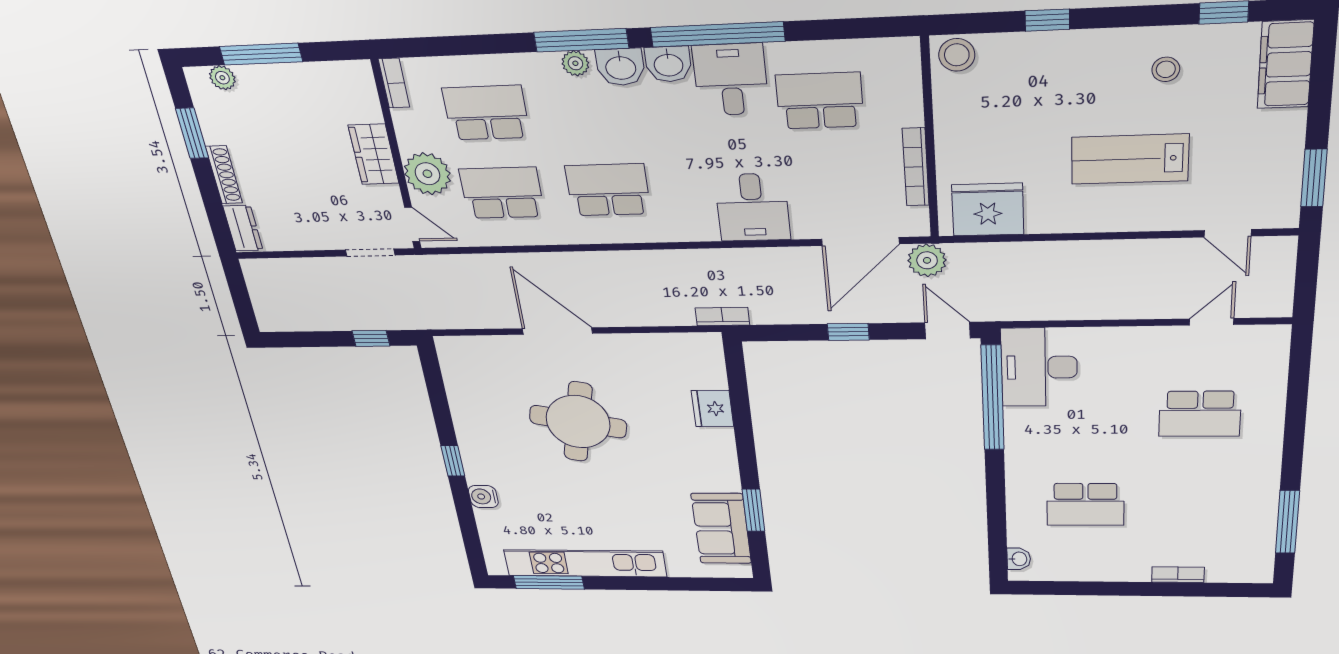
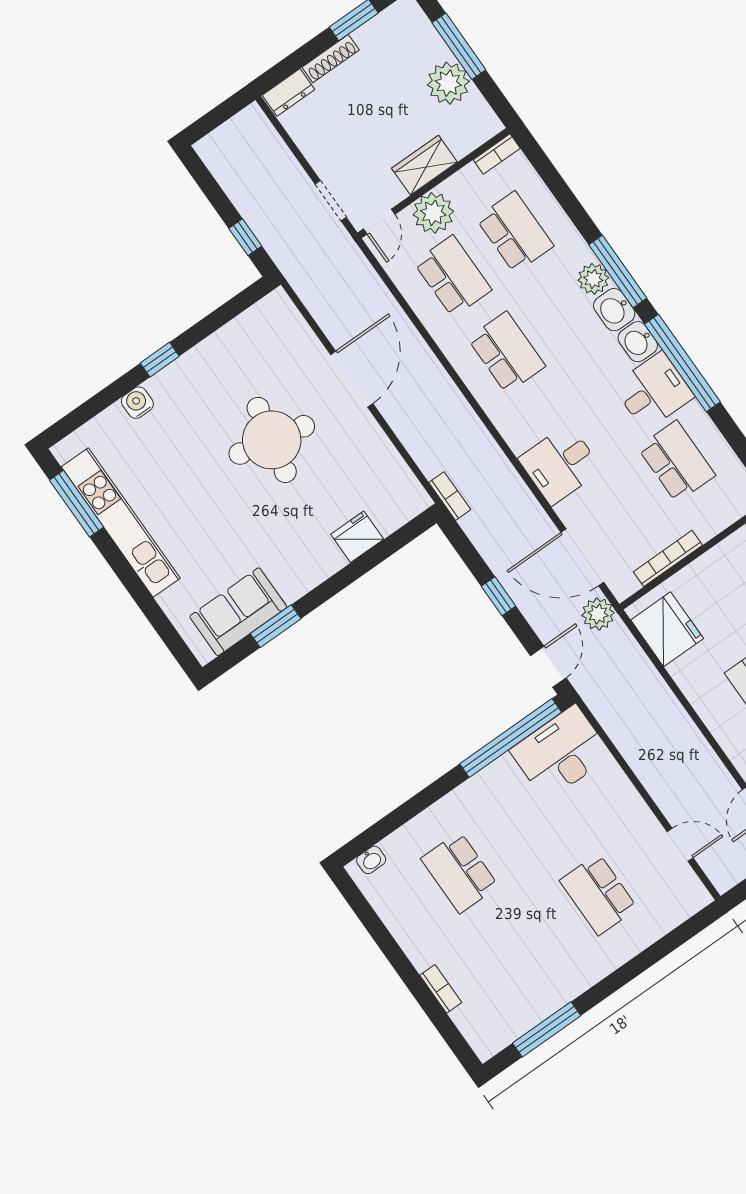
plant: (575, 63) -> (593, 279), width x1.38, depth x1.38
plant: (222, 78) -> (448, 83), moved, width x1.88, depth x1.88

